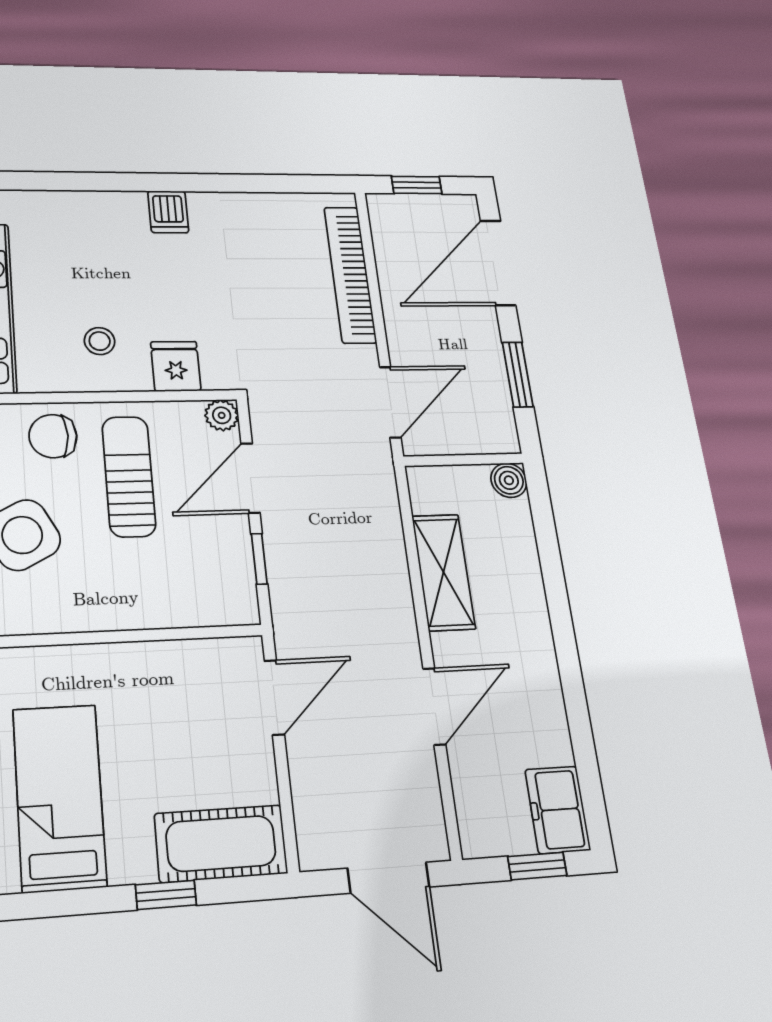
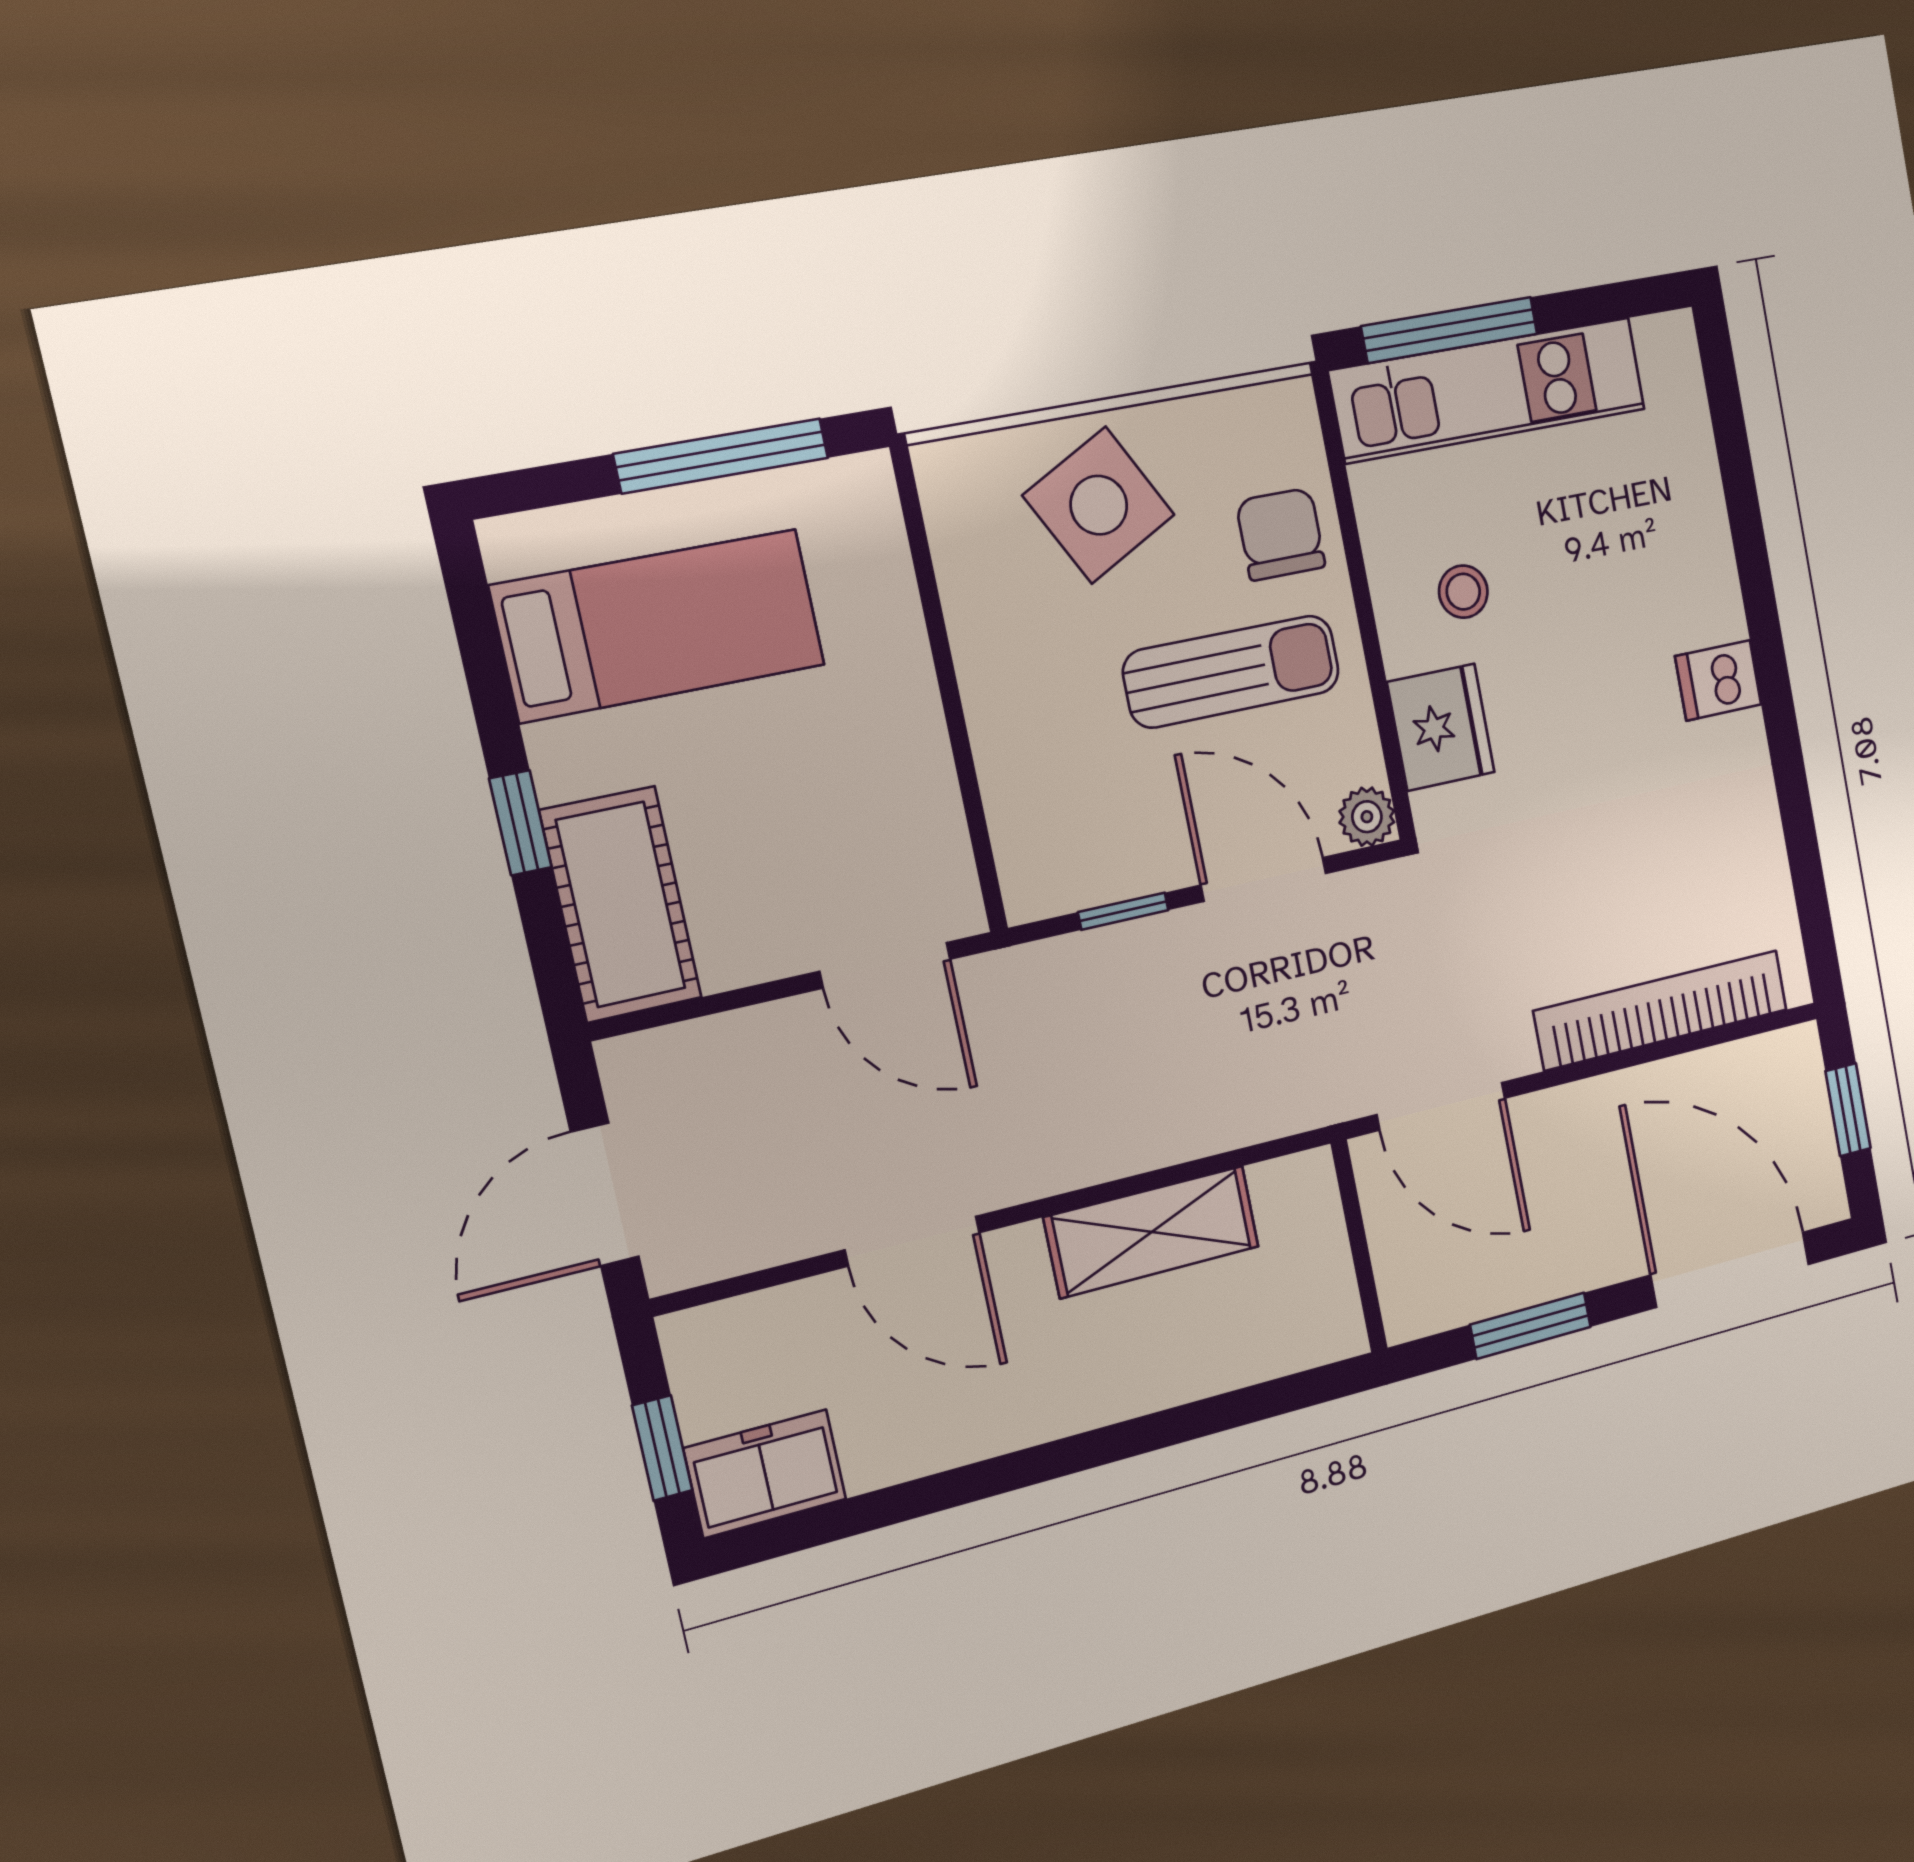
fridge: (176, 366) -> (1441, 727), width x1.38
boiler: (509, 480) -> (1335, 1330), removed

